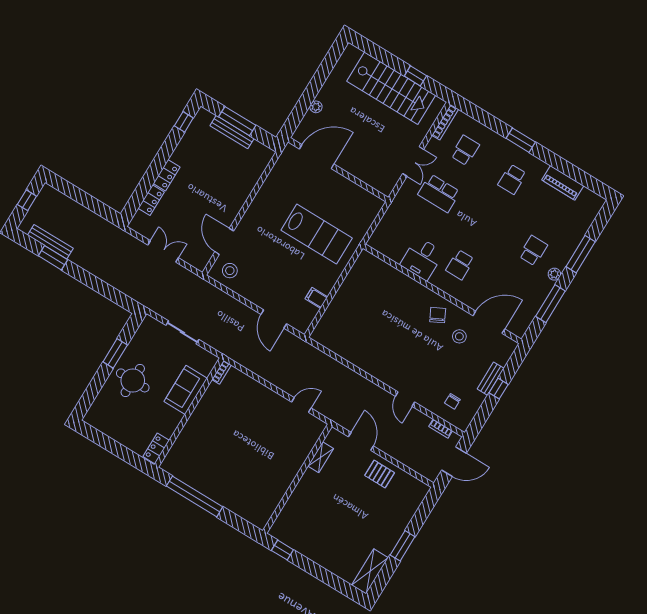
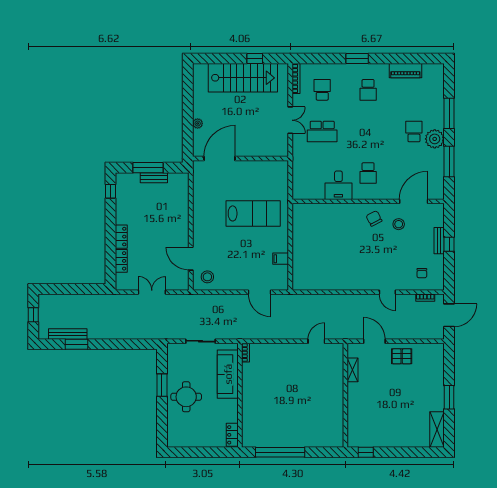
bench: (232, 132) -> (154, 178), width x0.73
plant: (554, 274) -> (435, 139), width x1.87, depth x1.87
sofa: (186, 390) -> (228, 374), width x1.36

